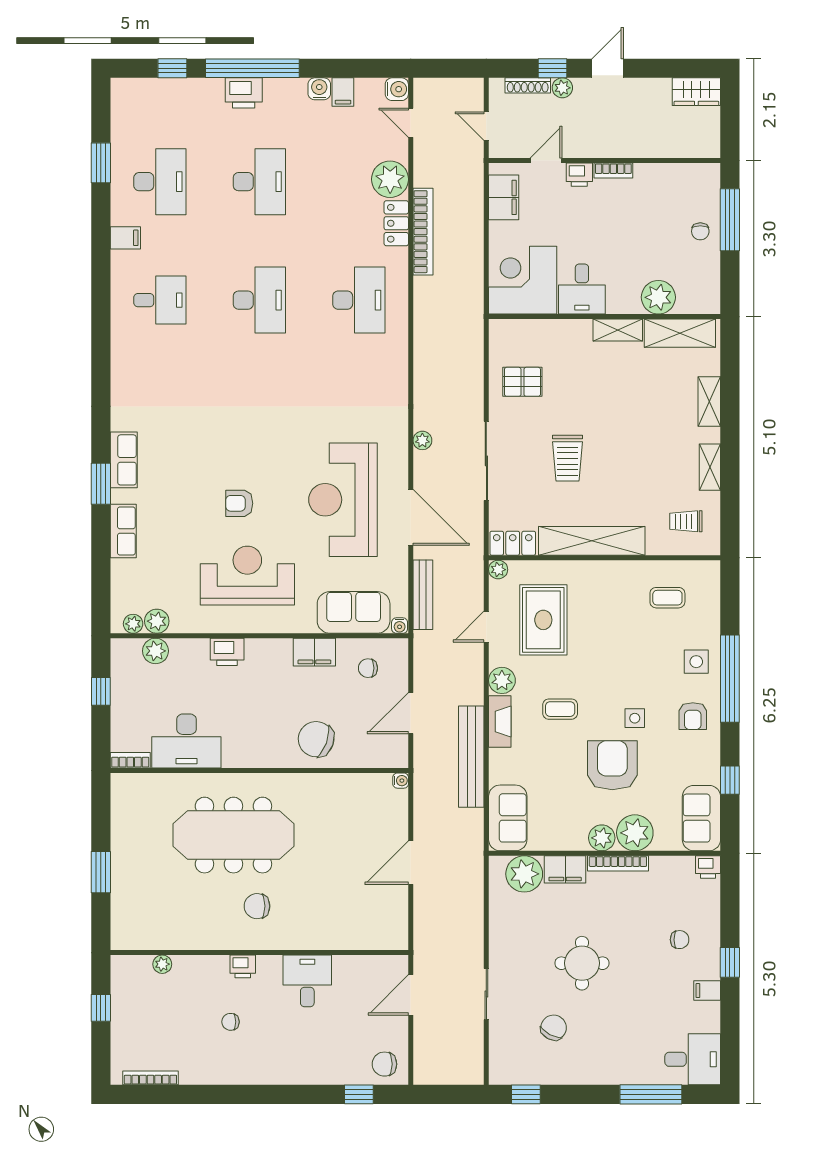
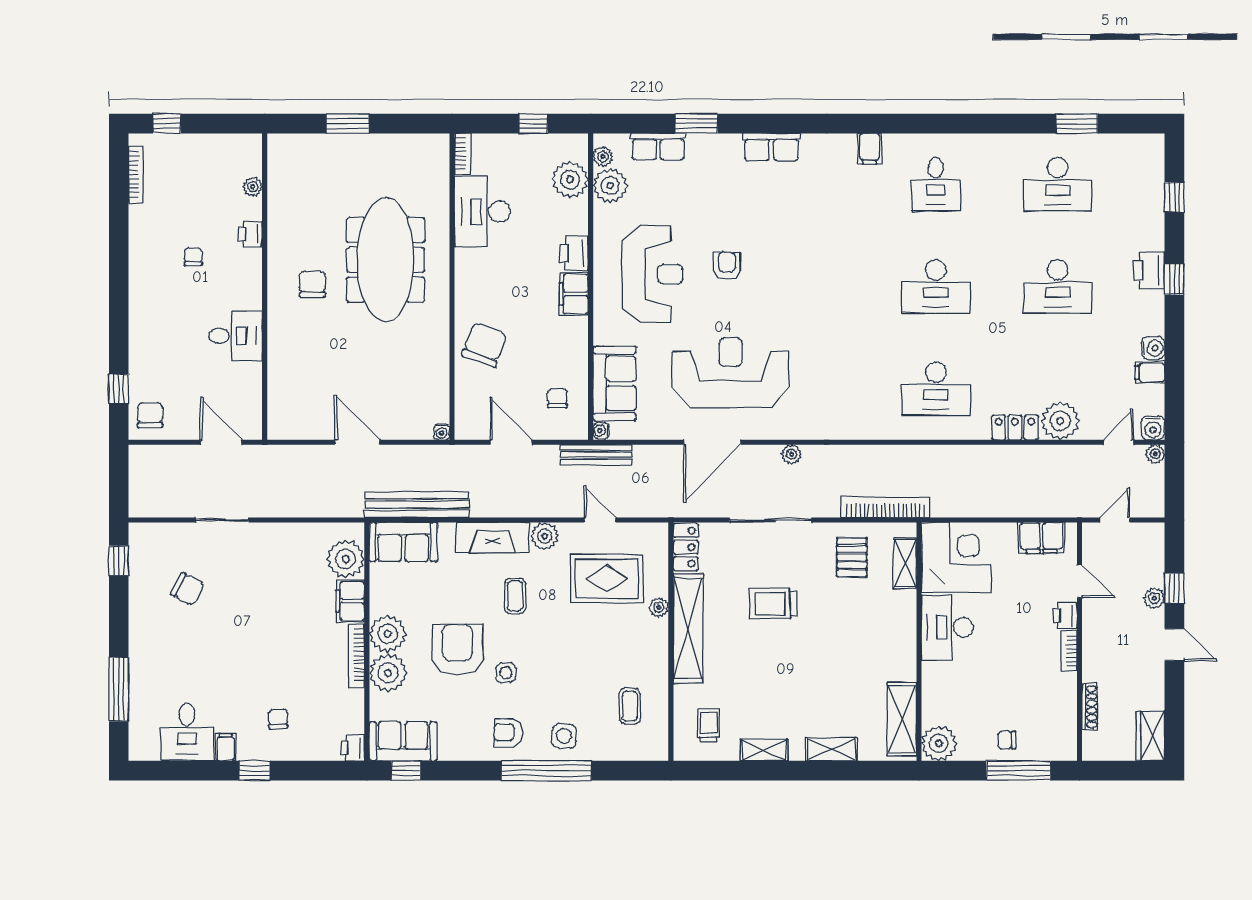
window: (252, 68) -> (1174, 279), width x0.32
shoe rack: (528, 85) -> (1090, 707), moved, turned 180
plant: (422, 87) -> (1155, 454), added
bookcase: (423, 232) -> (886, 507), moved, turned 180
filing cabinet: (125, 238) -> (870, 149), moved
desk: (582, 289) -> (947, 627), width x1.37
plant: (658, 297) -> (939, 743), moved
shelving: (618, 330) -> (905, 563), moved
window: (101, 484) -> (696, 124), moved
row of seats: (123, 531) -> (658, 147), moved
plant: (498, 570) -> (659, 607), moved
bench: (423, 595) -> (596, 455), moved
plant: (157, 621) -> (610, 186), width x1.36, depth x1.36
plant: (155, 651) -> (570, 180), width x1.36, depth x1.36
filing cabinet: (314, 652) -> (574, 294), moved
fireplace: (500, 721) -> (493, 537), width x1.37, depth x1.32
bench: (471, 757) -> (417, 505), moved
armchair: (612, 765) -> (457, 650), turned -90
window: (730, 780) -> (406, 771), moved
plant: (602, 838) -> (388, 634), width x1.36, depth x1.36
chair: (680, 940) -> (278, 719), turned 180
round table: (582, 963) -> (254, 618), removed
printer: (243, 966) -> (250, 234), moved
window: (101, 1008) -> (167, 124), moved
desk: (693, 1059) -> (187, 732), moved

